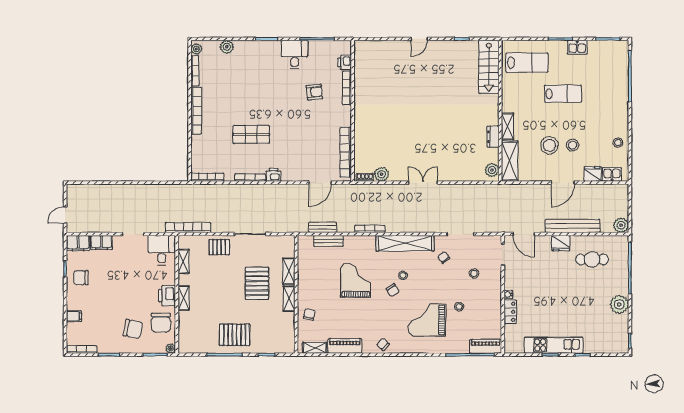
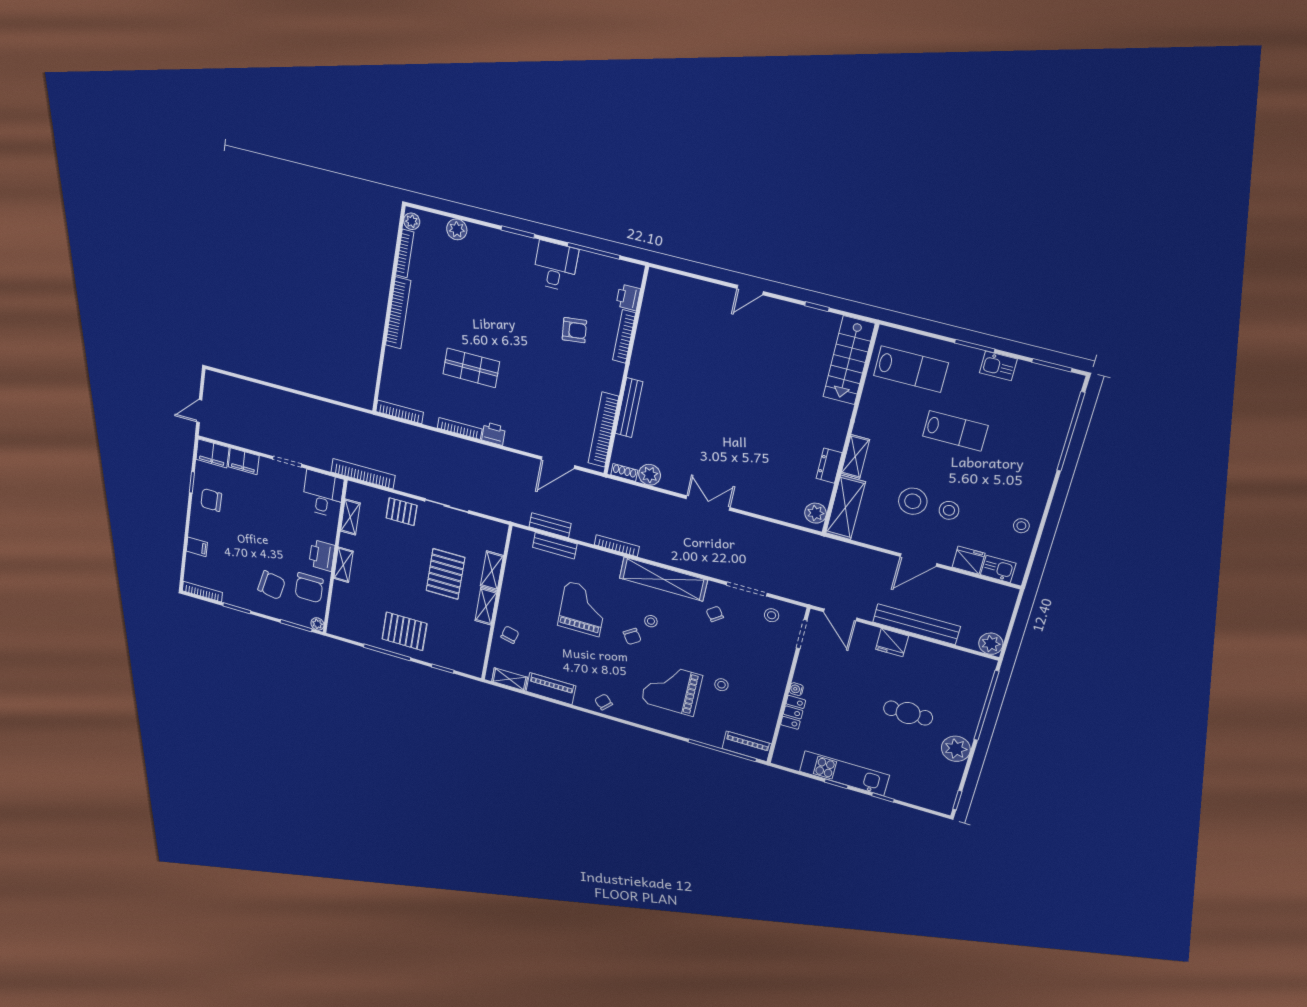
bench: (359, 133) -> (629, 408), added
cafe table: (592, 259) -> (908, 713), moved
stool: (474, 273) -> (772, 615), moved

